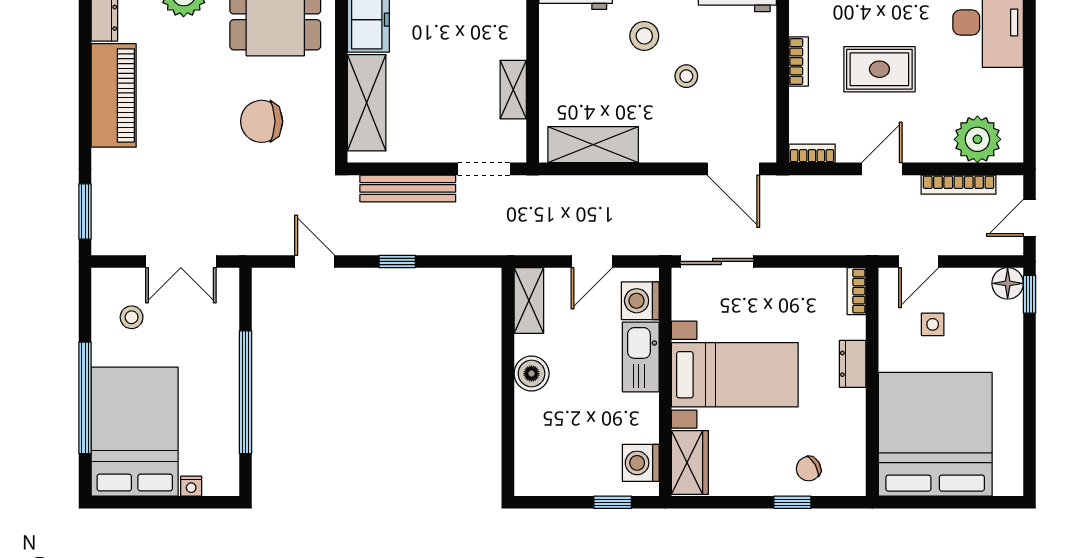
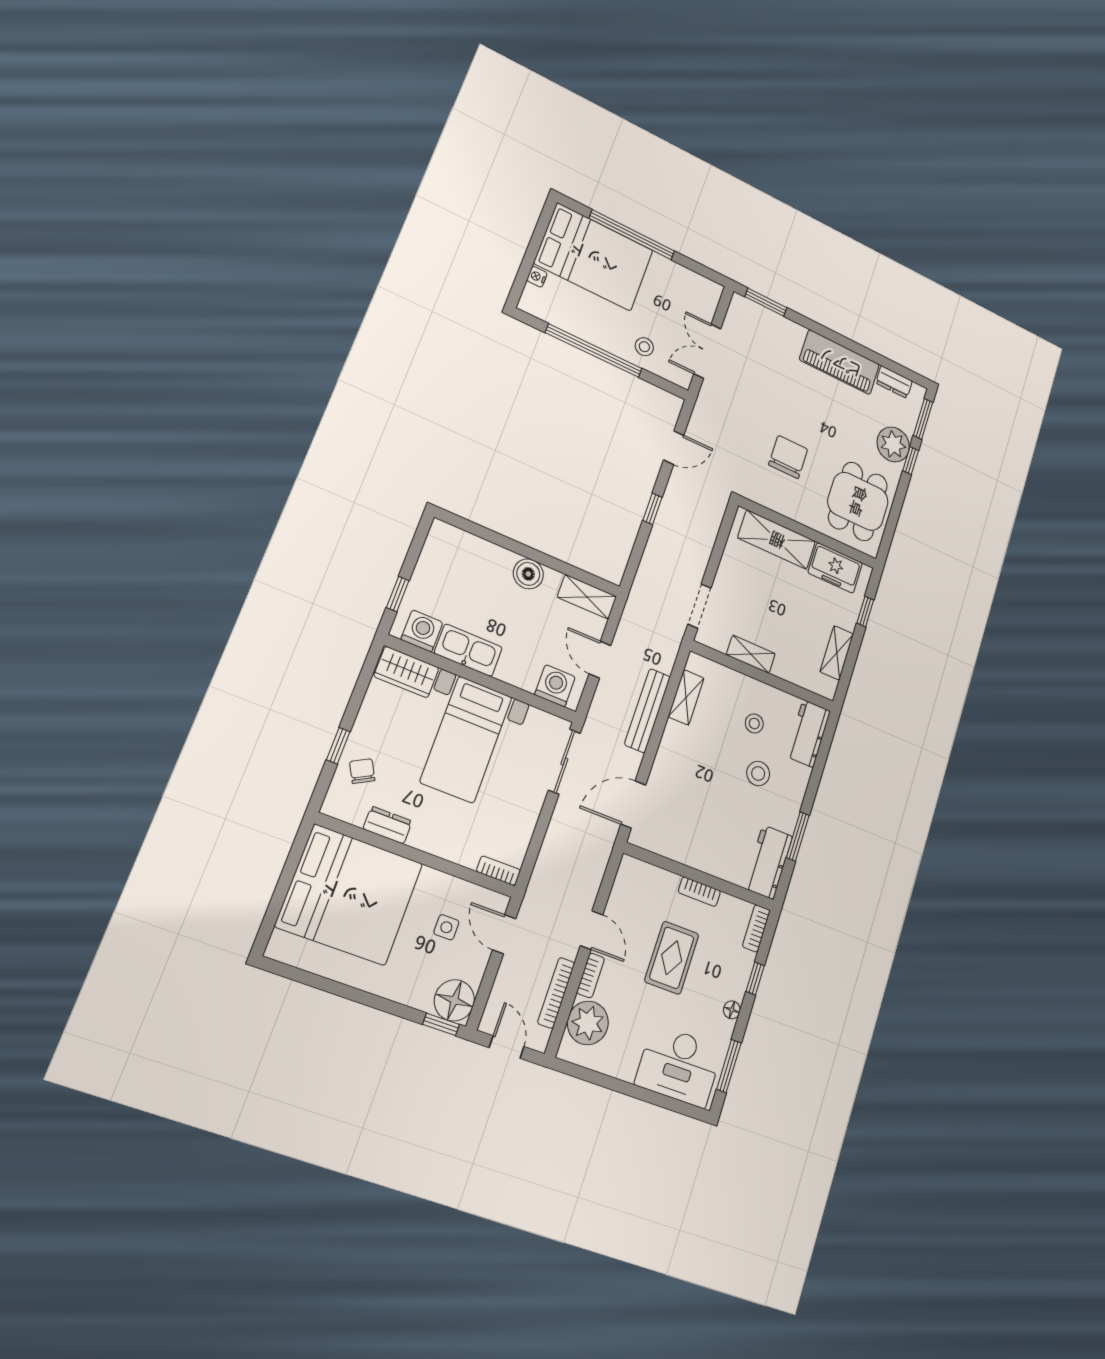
stool: (686, 76) -> (754, 723), moved
shelving: (593, 145) -> (686, 697), width x0.67, depth x0.75
bookcase: (812, 153) -> (591, 975), moved
bench: (408, 188) -> (647, 711), moved
floor lamp: (1008, 283) -> (454, 1000), width x1.38, depth x1.38
stool: (132, 317) -> (644, 347), moved
kitchen sink: (641, 357) -> (468, 650), moved
dresser: (853, 364) -> (388, 825), moved

